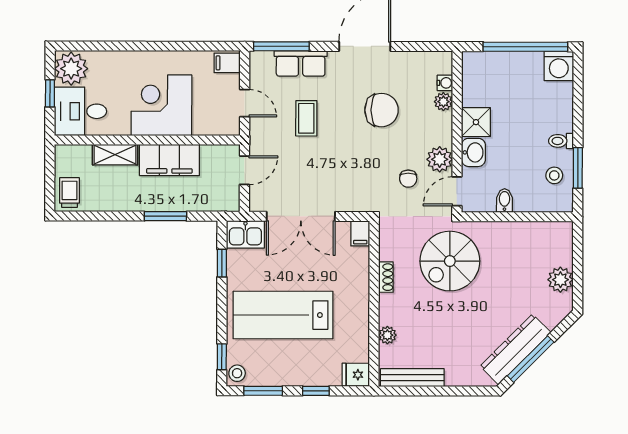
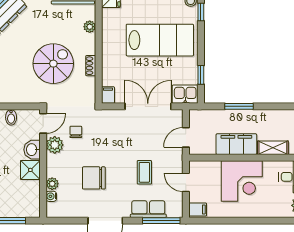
spiral stairs: (450, 261) -> (53, 64), moved

